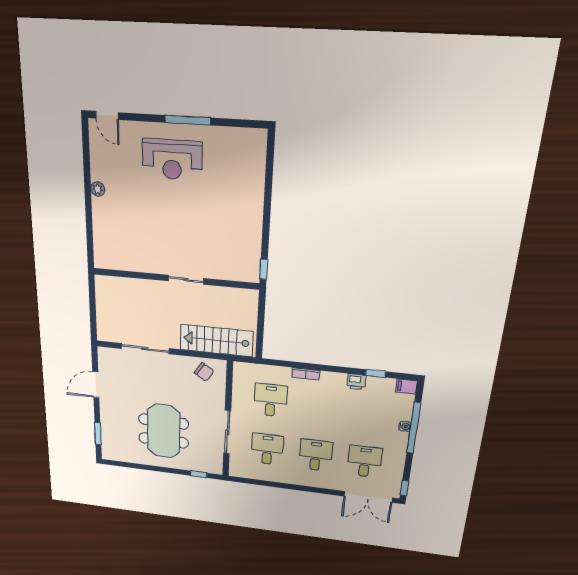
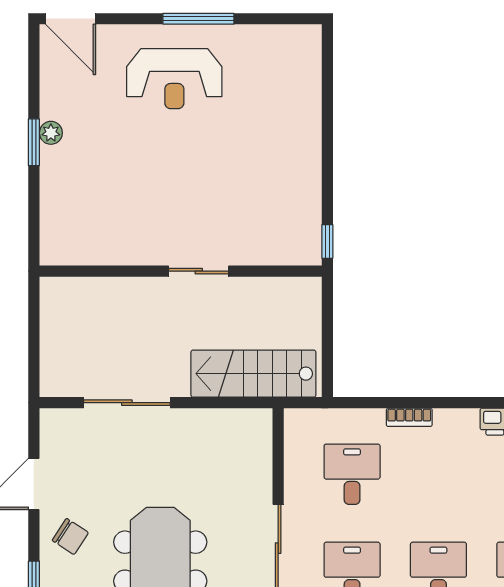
door: (107, 115) -> (70, 19), width x1.38
window: (88, 194) -> (34, 142), added
chair: (204, 372) -> (70, 536), moved

